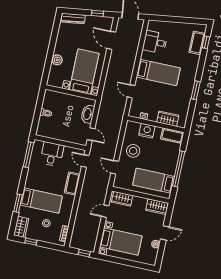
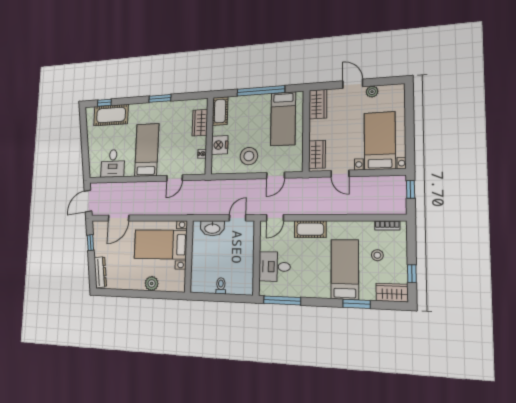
cot: (197, 43) -> (111, 115), width x1.37, depth x1.34

